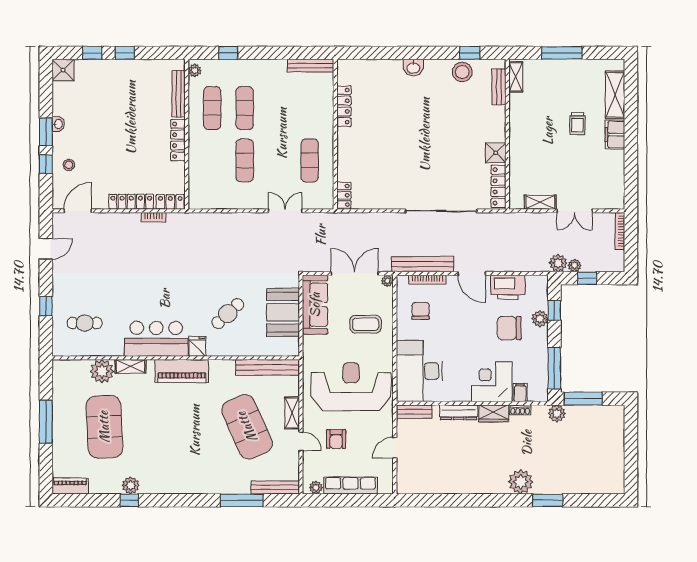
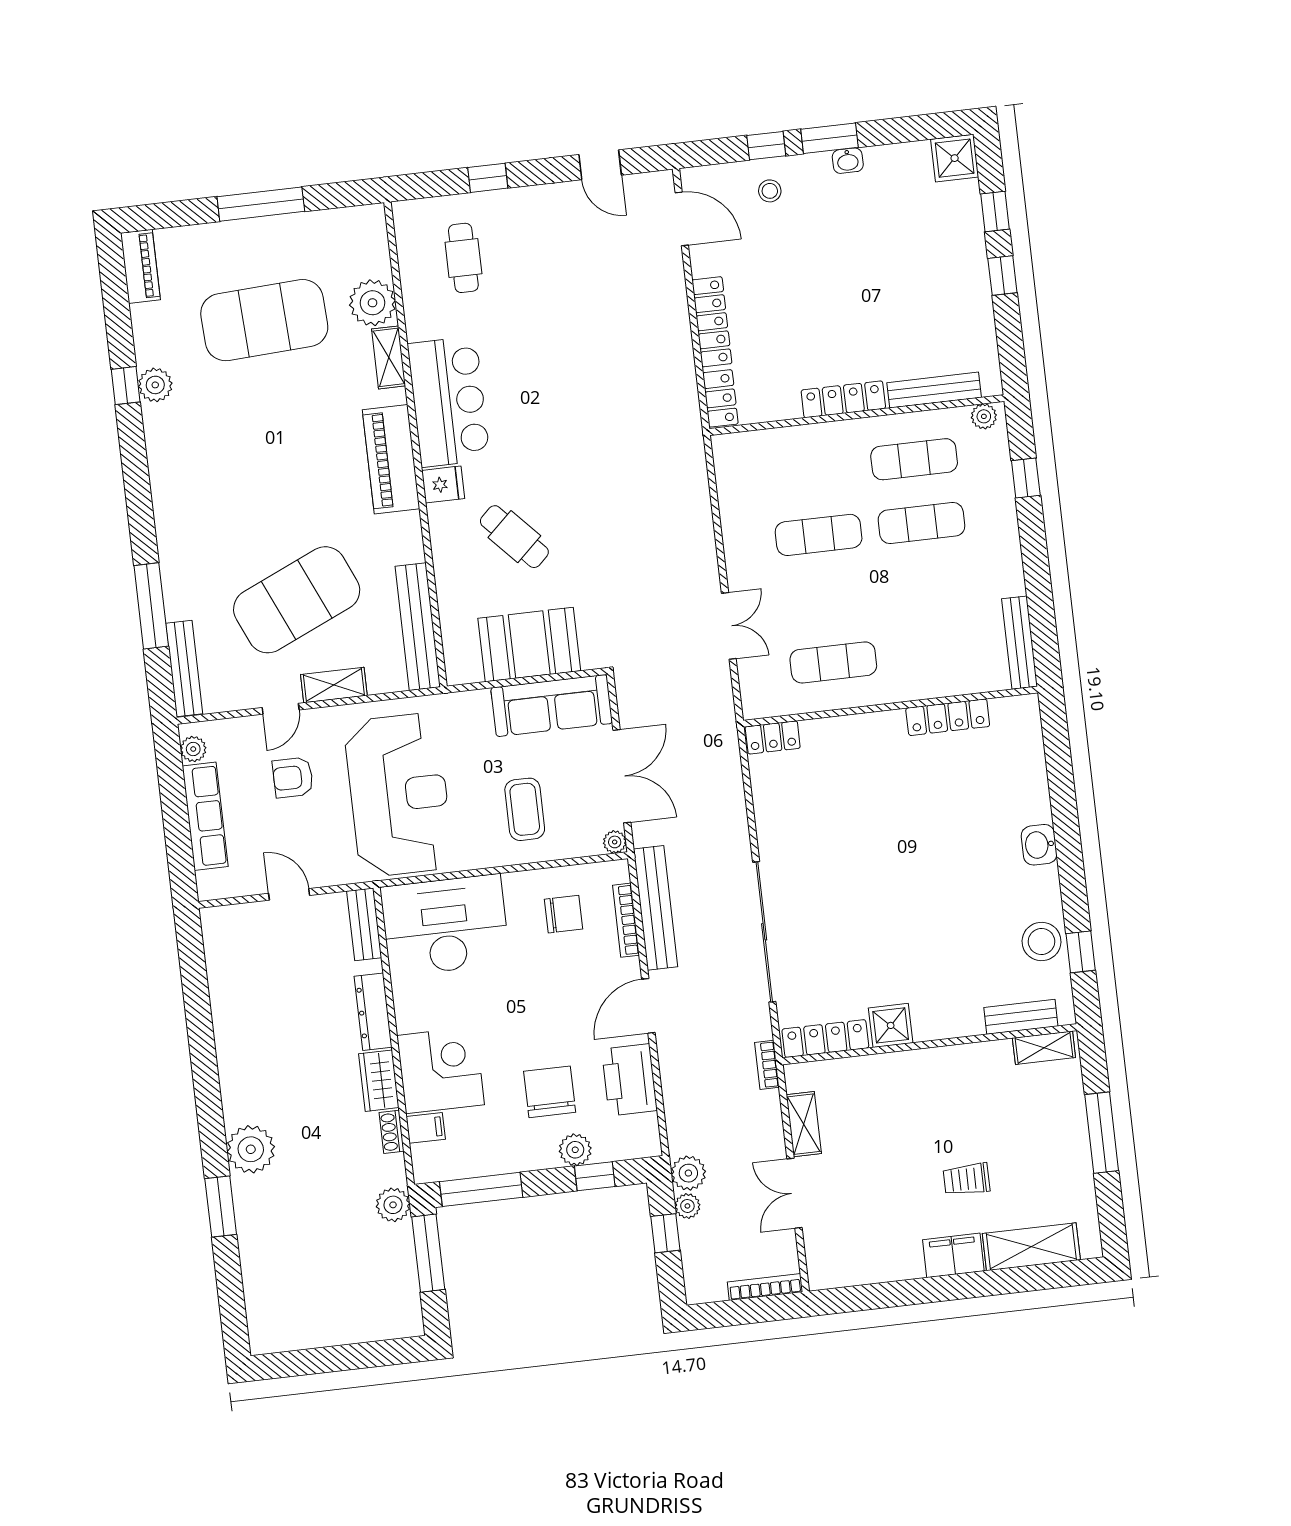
bookcase: (153, 217) -> (767, 1065), moved

